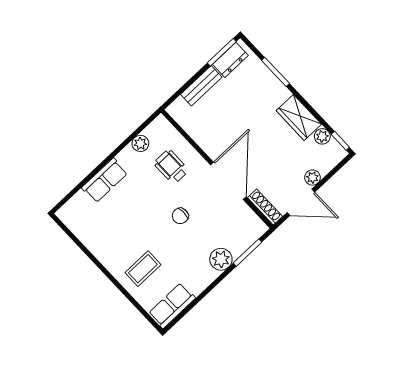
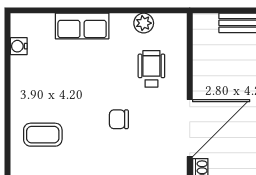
water cooler: (78, 229) -> (19, 46), added

